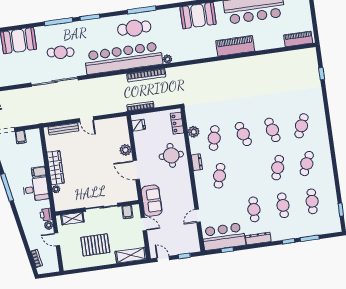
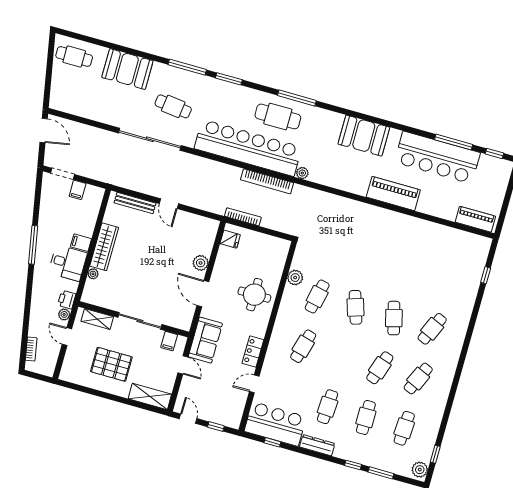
locker: (177, 123) -> (253, 352), moved
dresser: (197, 162) -> (282, 317), removed
plant: (335, 225) -> (420, 470), added

